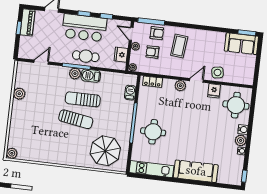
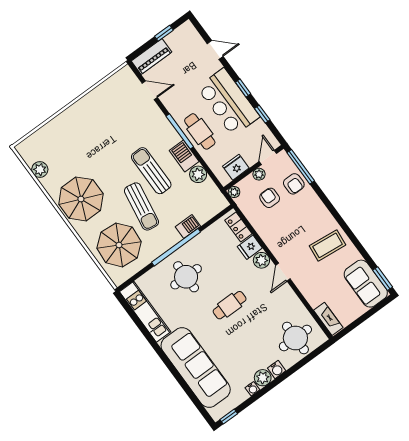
piano: (28, 22) -> (151, 57), moved
coffee table: (179, 46) -> (328, 245), moved
side table: (218, 72) -> (312, 287), removed
plant: (75, 74) -> (198, 174), moved
fireplace: (242, 79) -> (328, 319), added
door: (196, 80) -> (283, 272), swing flipped
fridge: (214, 91) -> (250, 247), moved
barbecue: (130, 93) -> (188, 227), moved
plant: (19, 94) -> (95, 98), removed
sun lounger: (76, 119) -> (142, 206), moved
cafe table: (188, 123) -> (230, 305), added
parasol: (64, 148) -> (81, 199), added
plant: (12, 153) -> (40, 170), moved
sofa: (196, 171) -> (196, 367), width x1.36, depth x1.27

